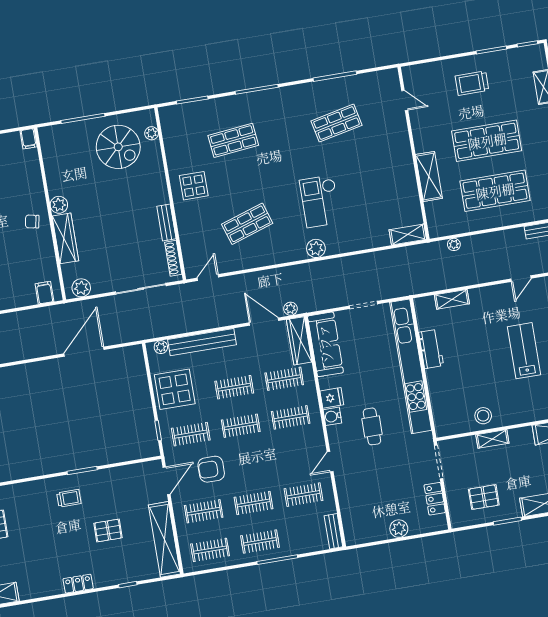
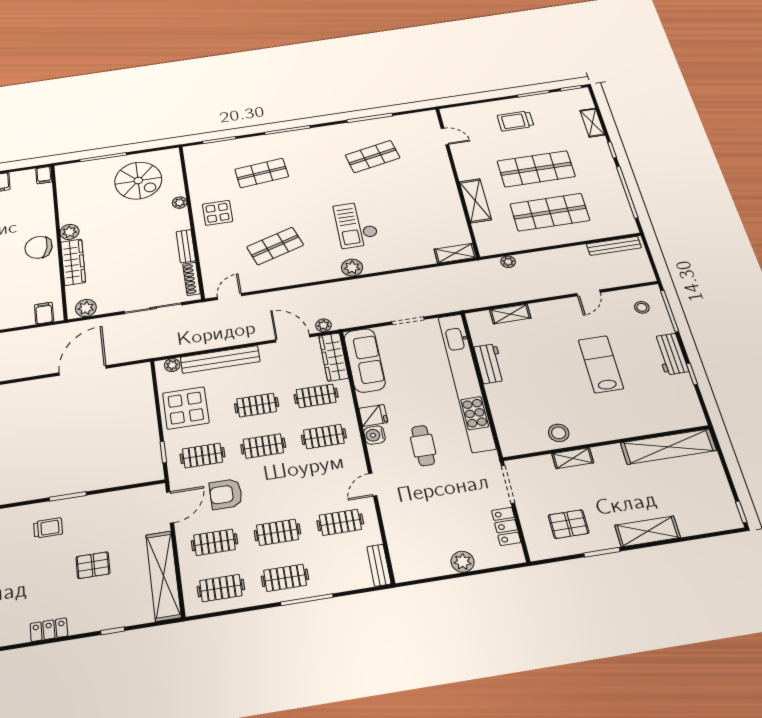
plant: (152, 133) -> (180, 203), moved
chair: (32, 222) -> (39, 247), width x1.87, depth x1.87

